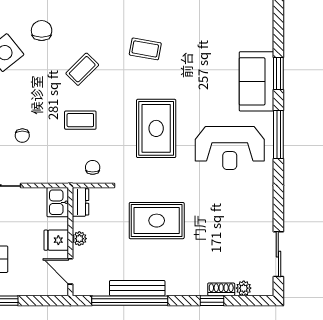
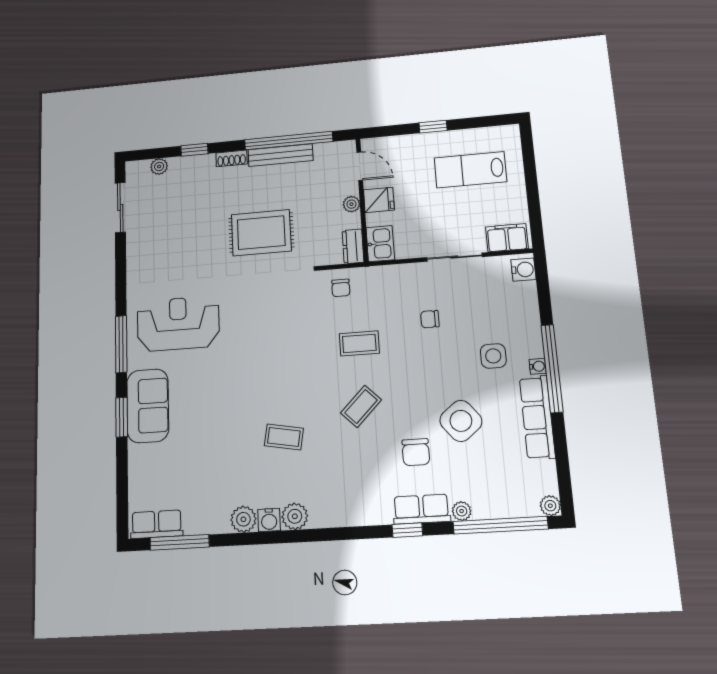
rug: (156, 128) -> (266, 340), removed
chair: (22, 136) -> (430, 319), turned -90
shoe rack: (221, 289) -> (232, 158), moved

